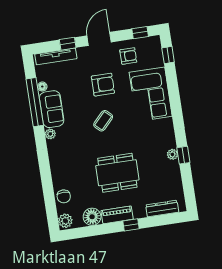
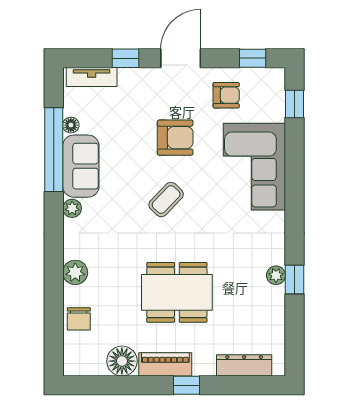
tv unit: (56, 56) -> (92, 77), width x0.71
plant: (65, 221) -> (75, 272), moved

